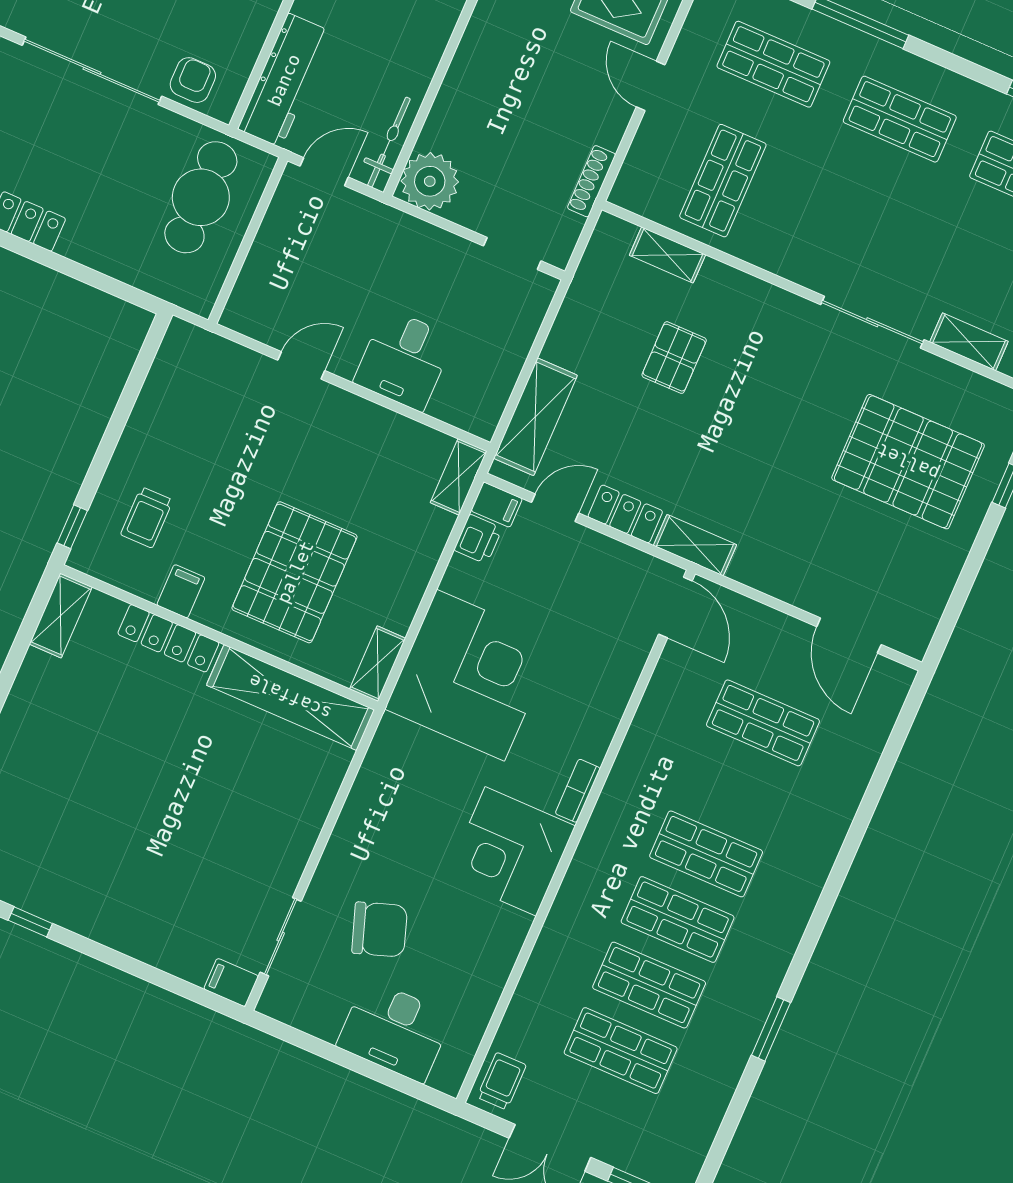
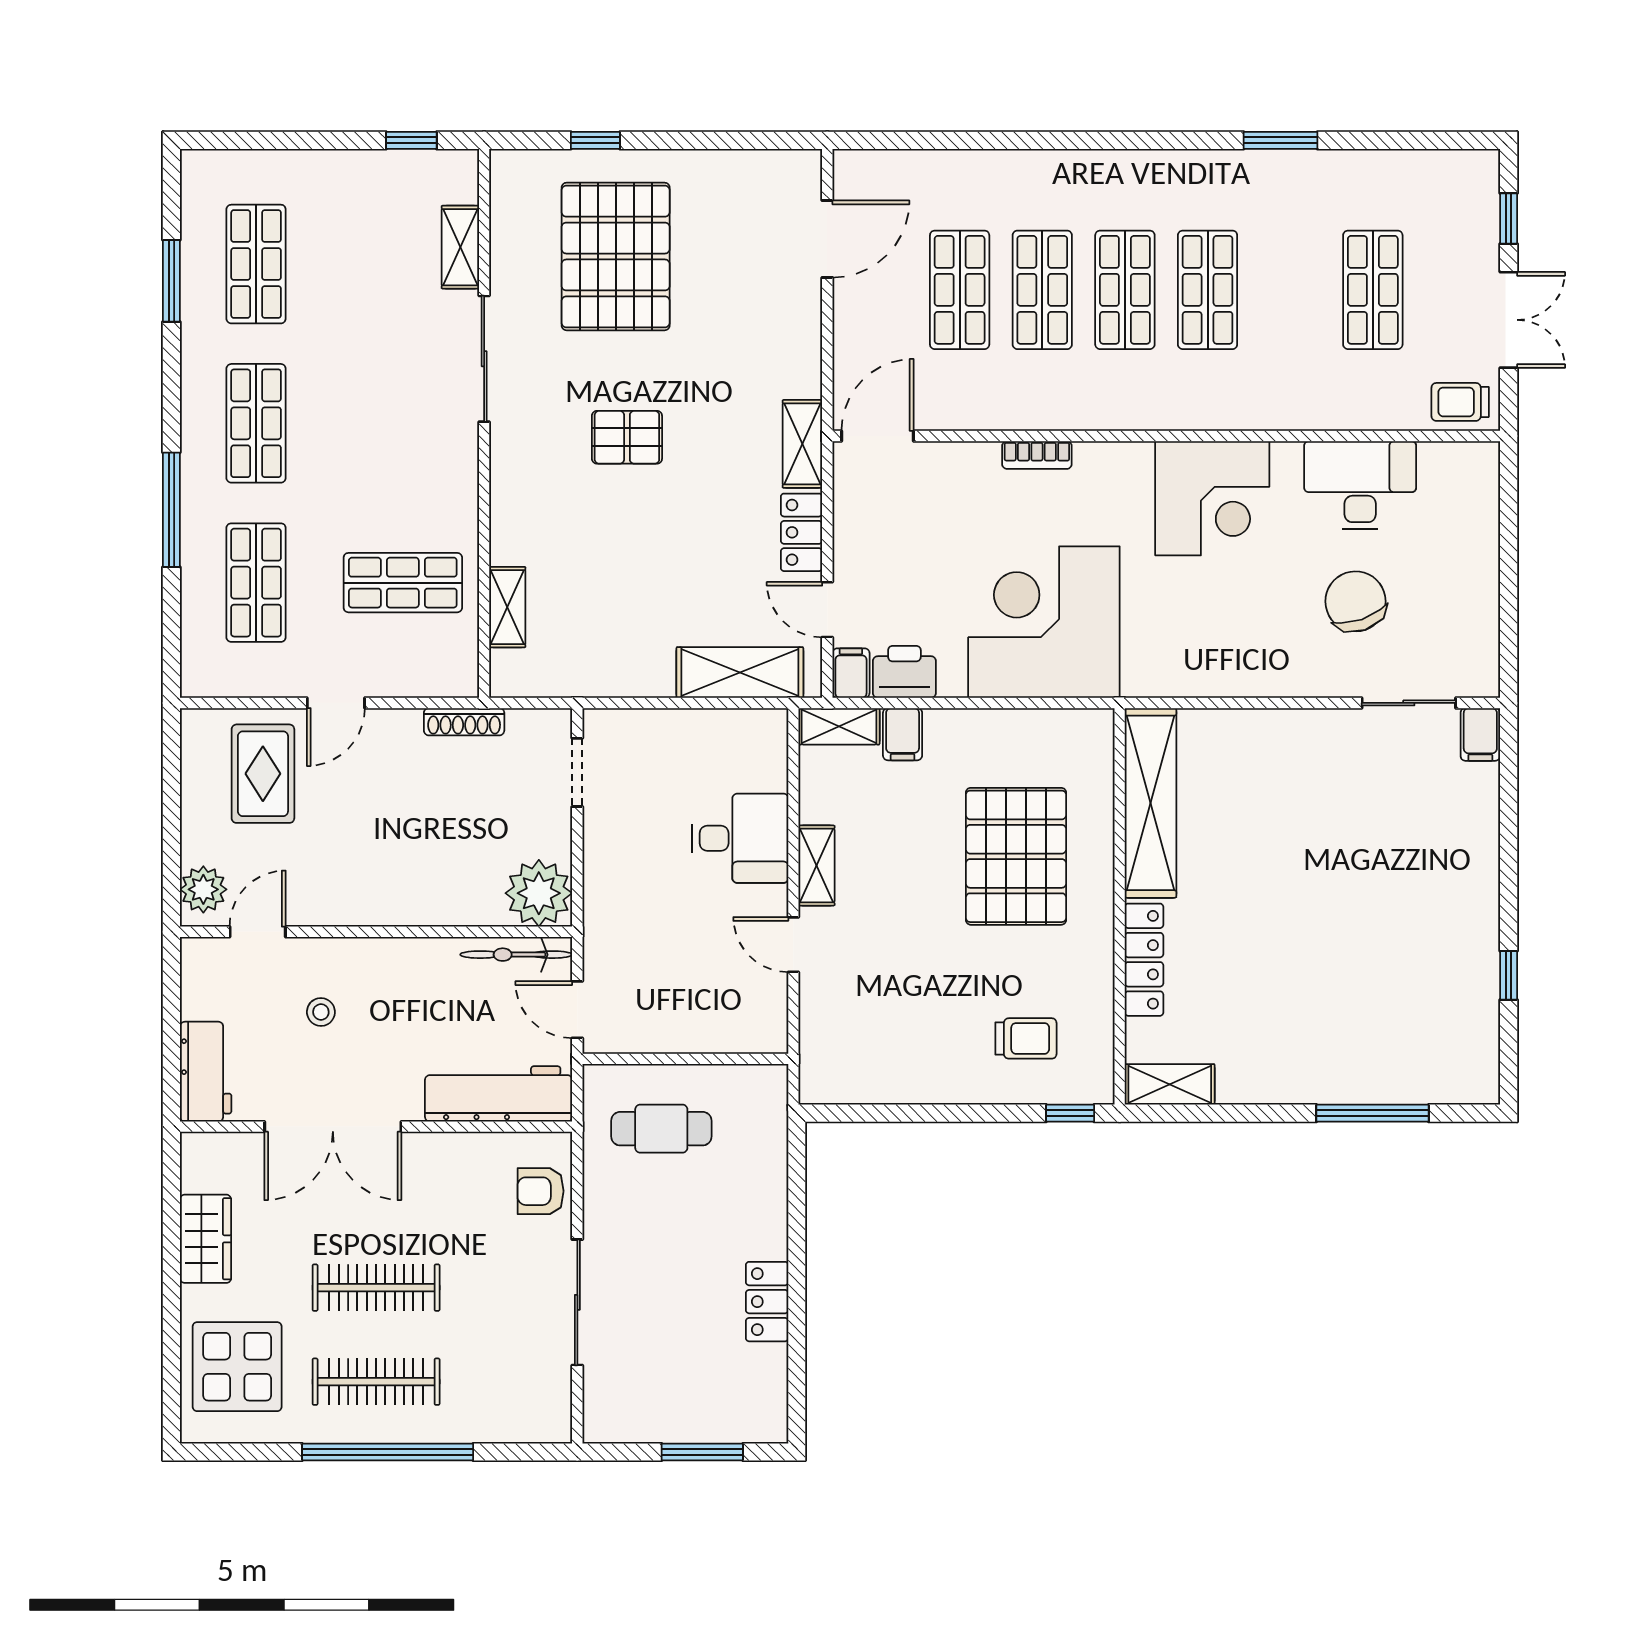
sliding door: (92, 71) -> (577, 1302), width x0.73
cafe table: (201, 197) -> (661, 1129), width x0.73, depth x0.74
pallet: (674, 358) -> (627, 437), moved
printer: (478, 539) -> (904, 672), width x1.36, depth x1.24
pallet: (295, 572) -> (1016, 856), turned 90
filing cabinet: (181, 591) -> (903, 734), moved, turned -90
shelving: (378, 664) -> (816, 866), moved, turned 90
bookcase: (578, 791) -> (1037, 455), moved
shop shelf: (649, 985) -> (1042, 290), moved
desk: (395, 1031) -> (1360, 485), moved, turned -90

